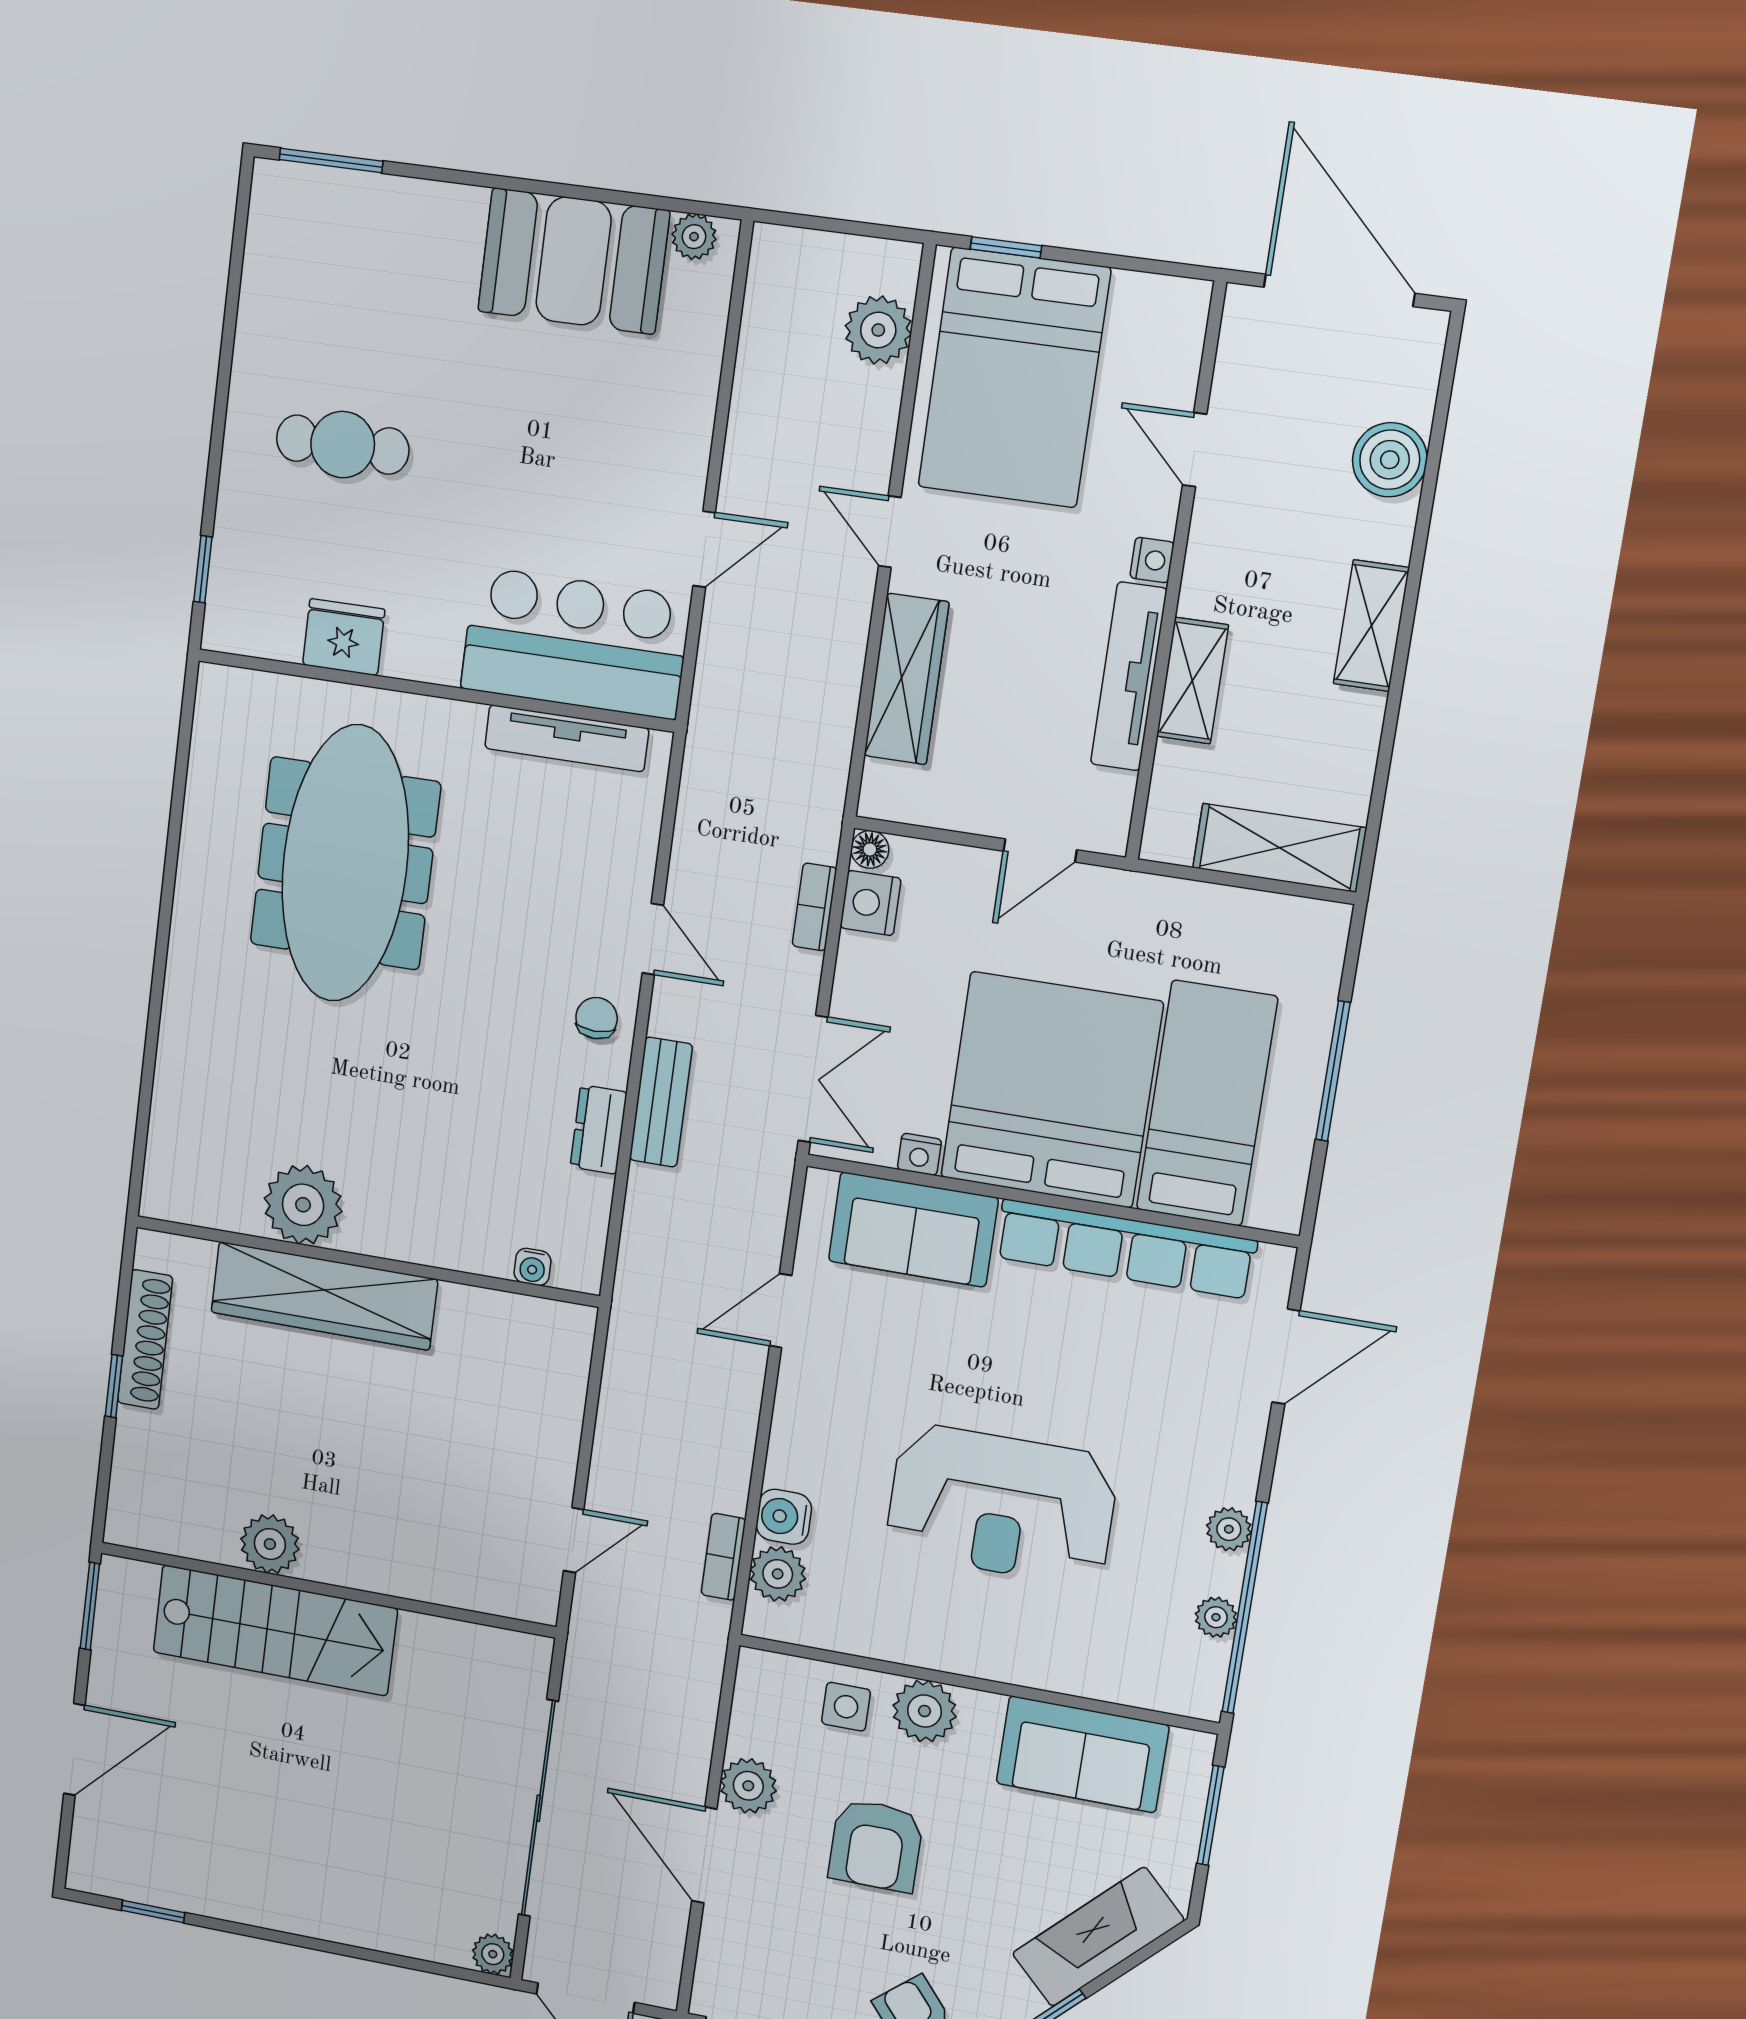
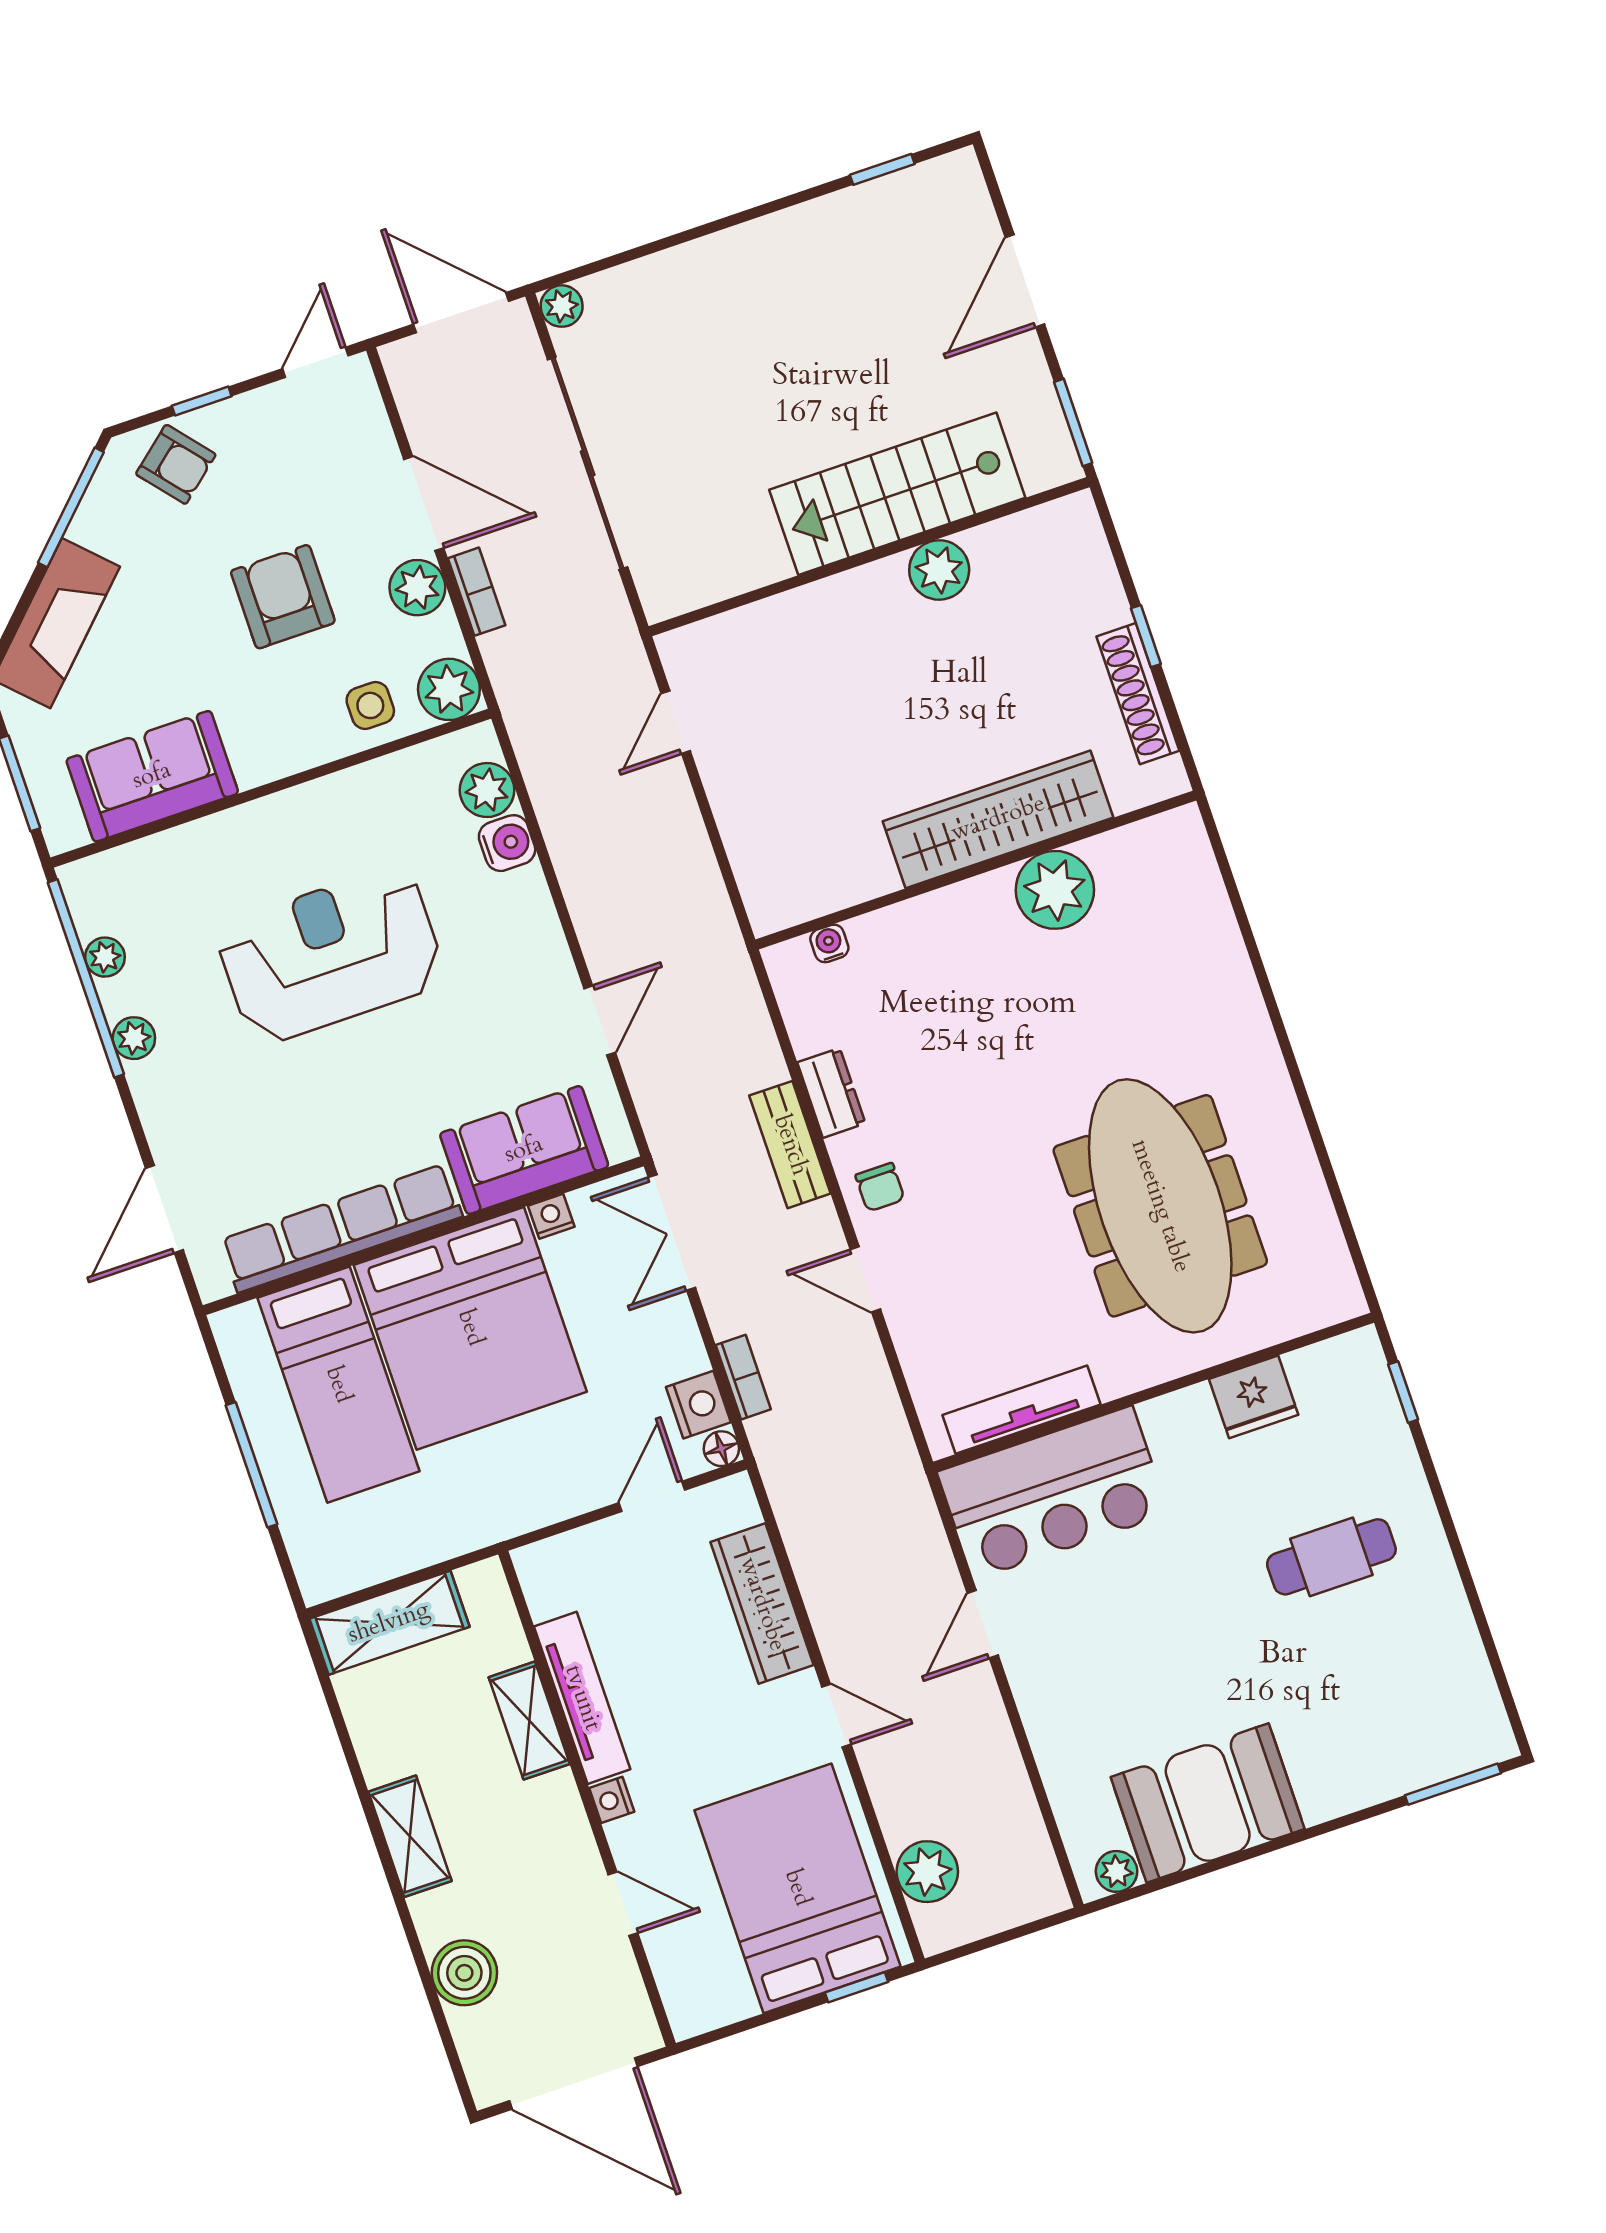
door: (1040, 850) -> (652, 1496), moved
bookcase: (723, 1557) -> (477, 592), moved
plant: (924, 1711) -> (449, 689), moved

